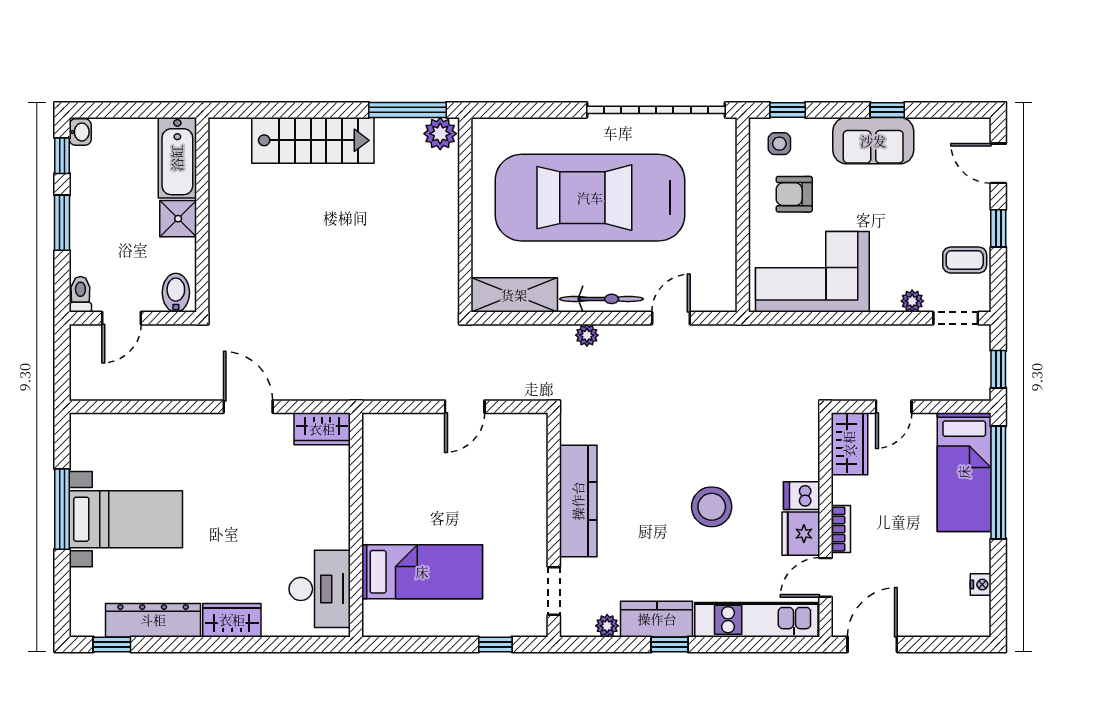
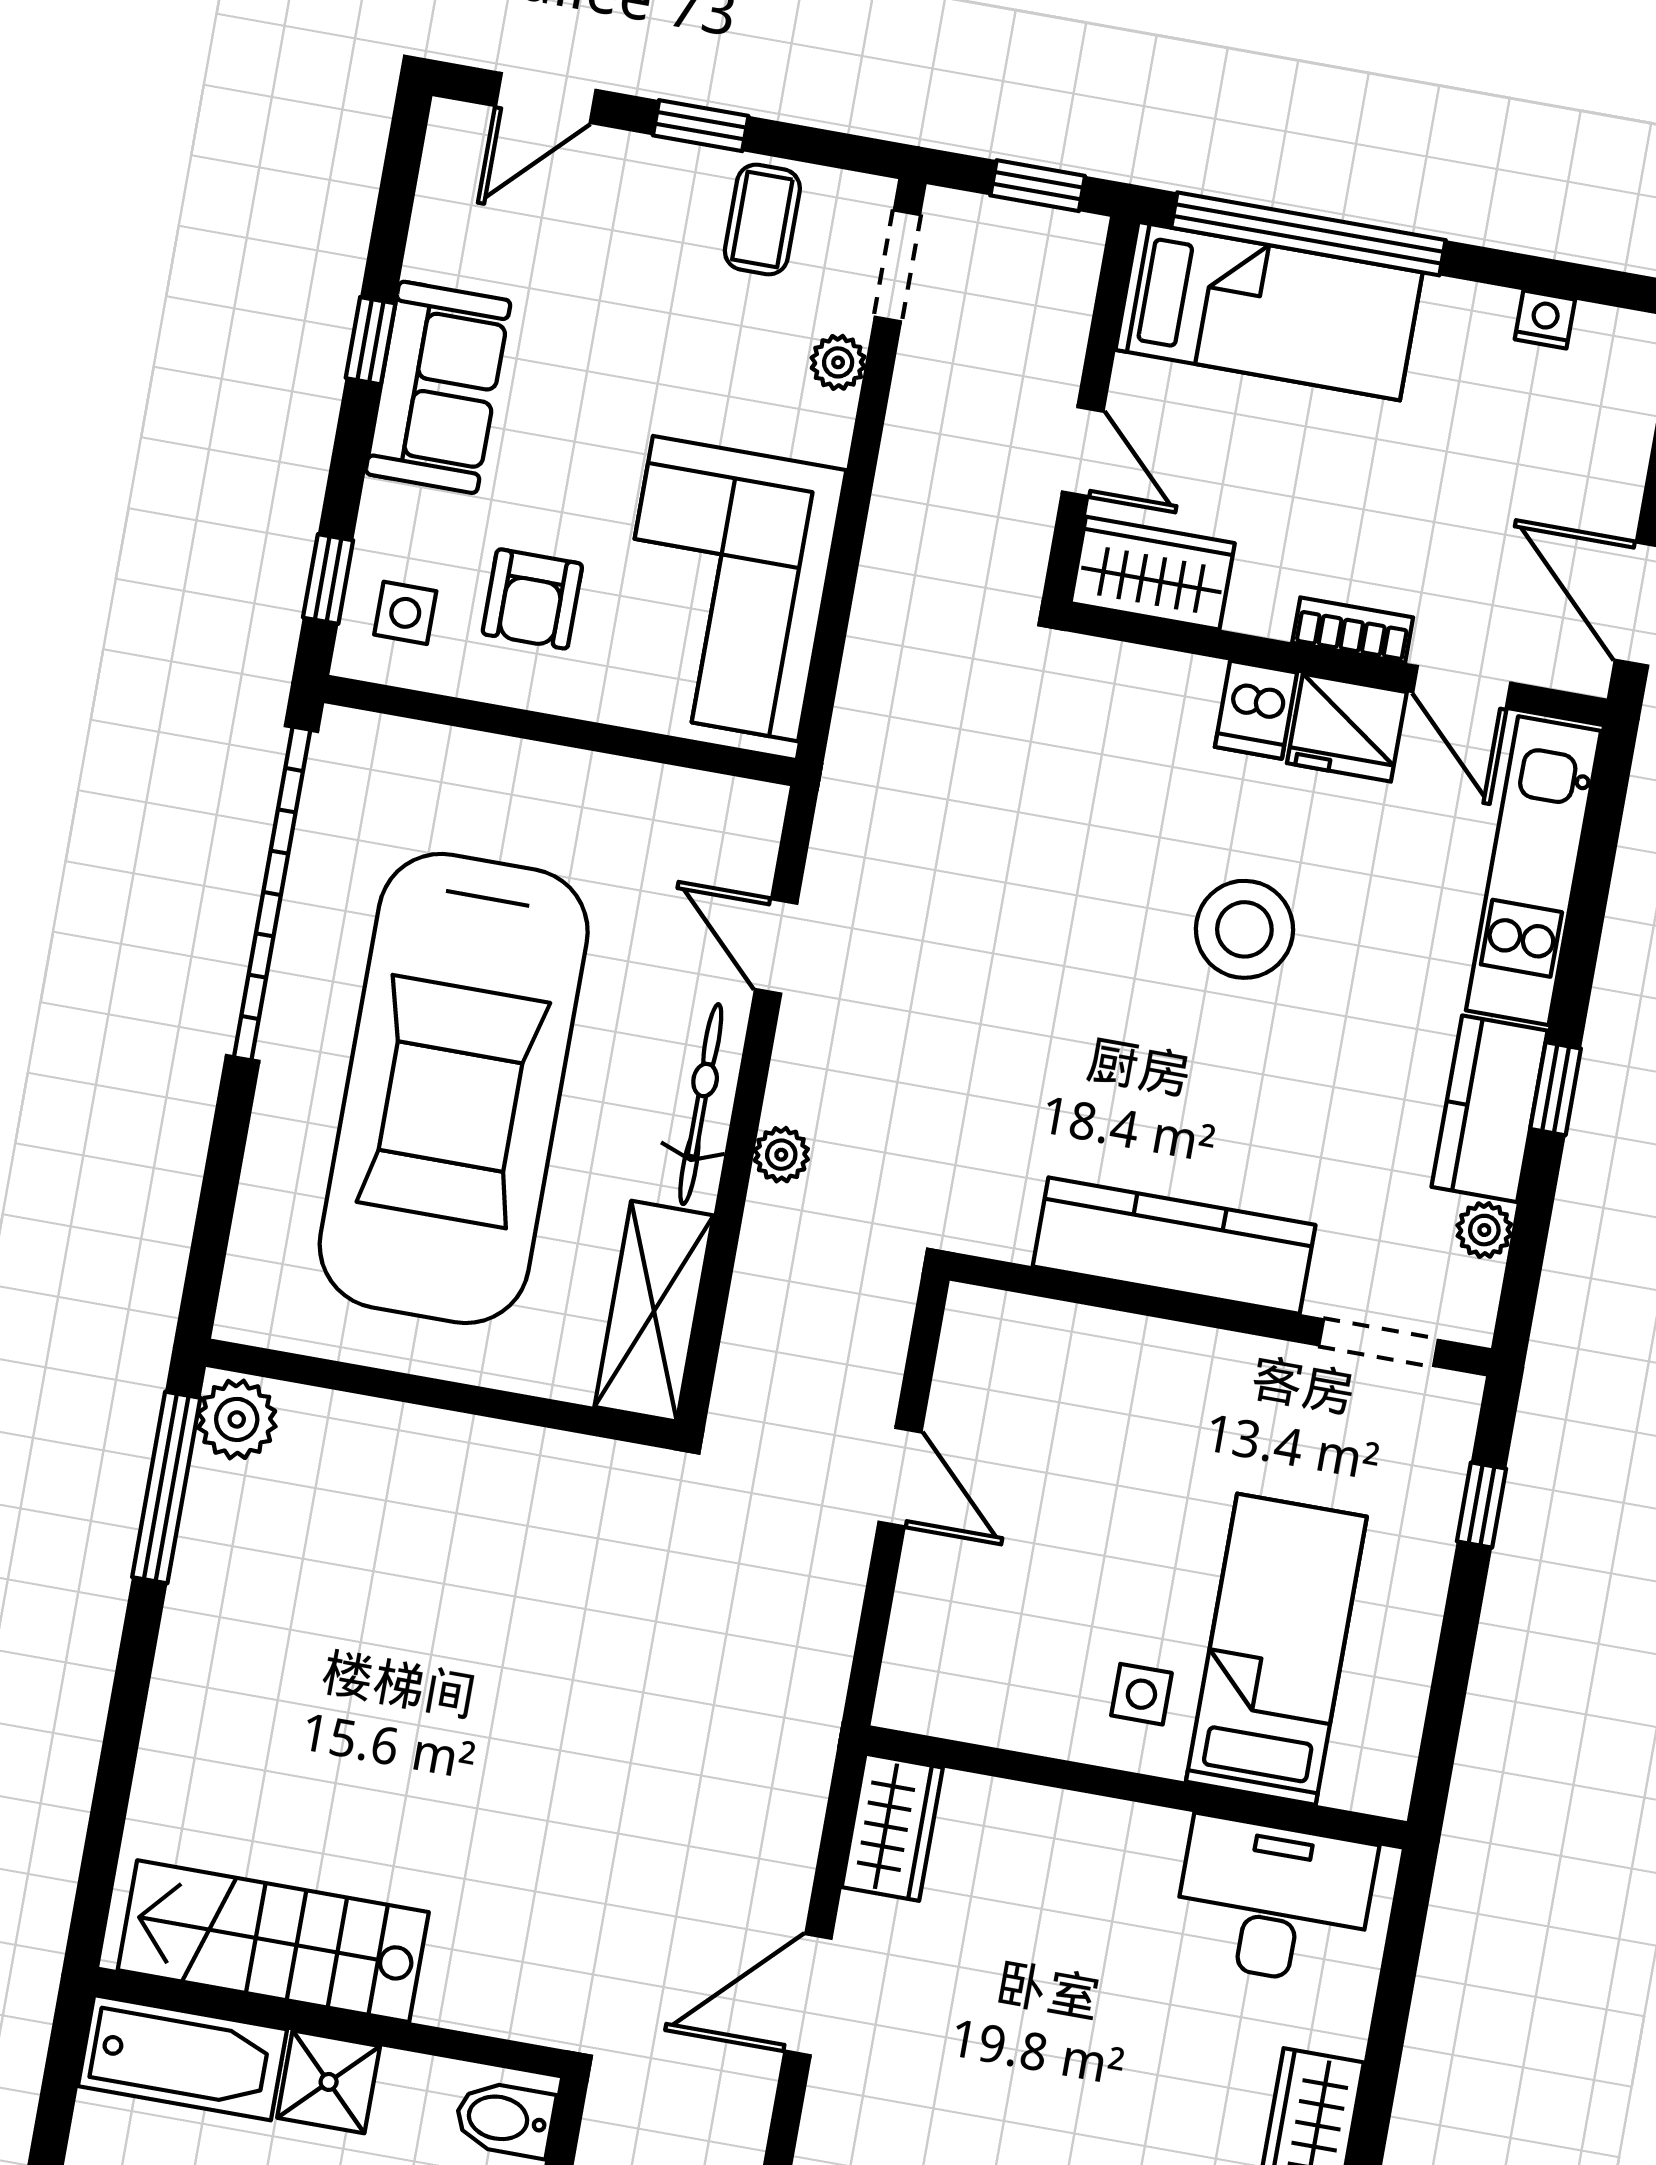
stairs: (313, 140) -> (273, 1941), moved, turned -90
side table: (394, 520) -> (1141, 1694), added

